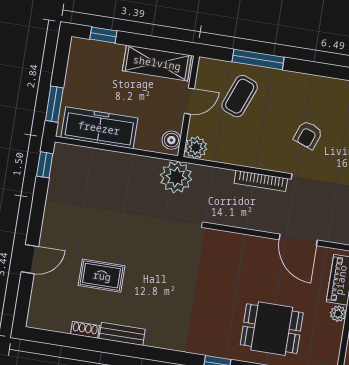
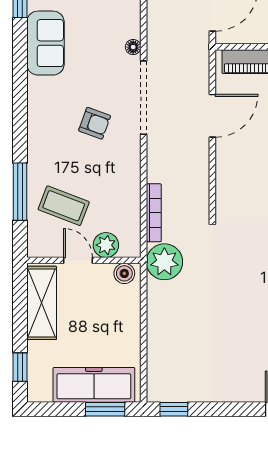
freezer: (99, 128) -> (94, 385), moved, turned 90
plant: (196, 148) -> (106, 245), moved
bookcase: (261, 181) -> (154, 213), moved

